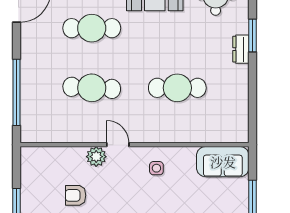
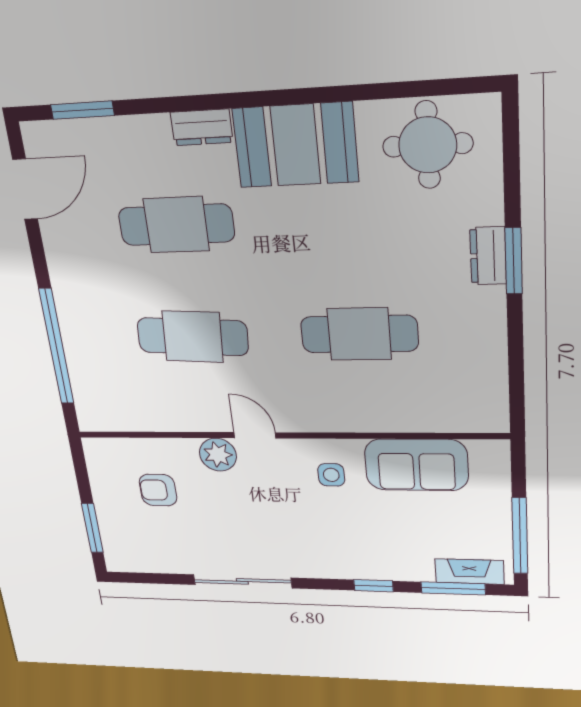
window: (253, 36) -> (514, 261), moved
sofa: (223, 162) -> (416, 465), moved
armchair: (76, 195) -> (158, 490), moved

